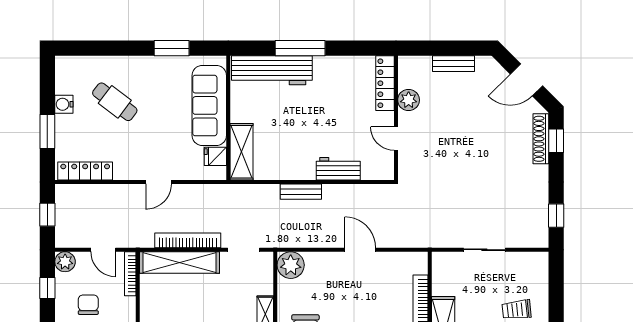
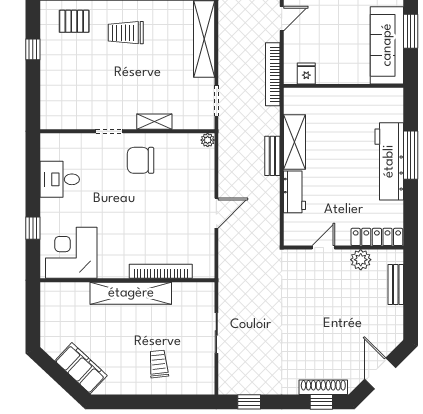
bench: (454, 64) -> (396, 284), moved
workbench: (272, 70) -> (389, 161), moved
sofa: (209, 105) -> (387, 45), moved, turned -90
shelving: (241, 152) -> (294, 142), moved, turned 90
door: (159, 182) -> (282, 19), swing flipped
bookcase: (188, 240) -> (273, 74), moved, turned 180
plant: (291, 265) -> (208, 140), width x0.53, depth x0.53

